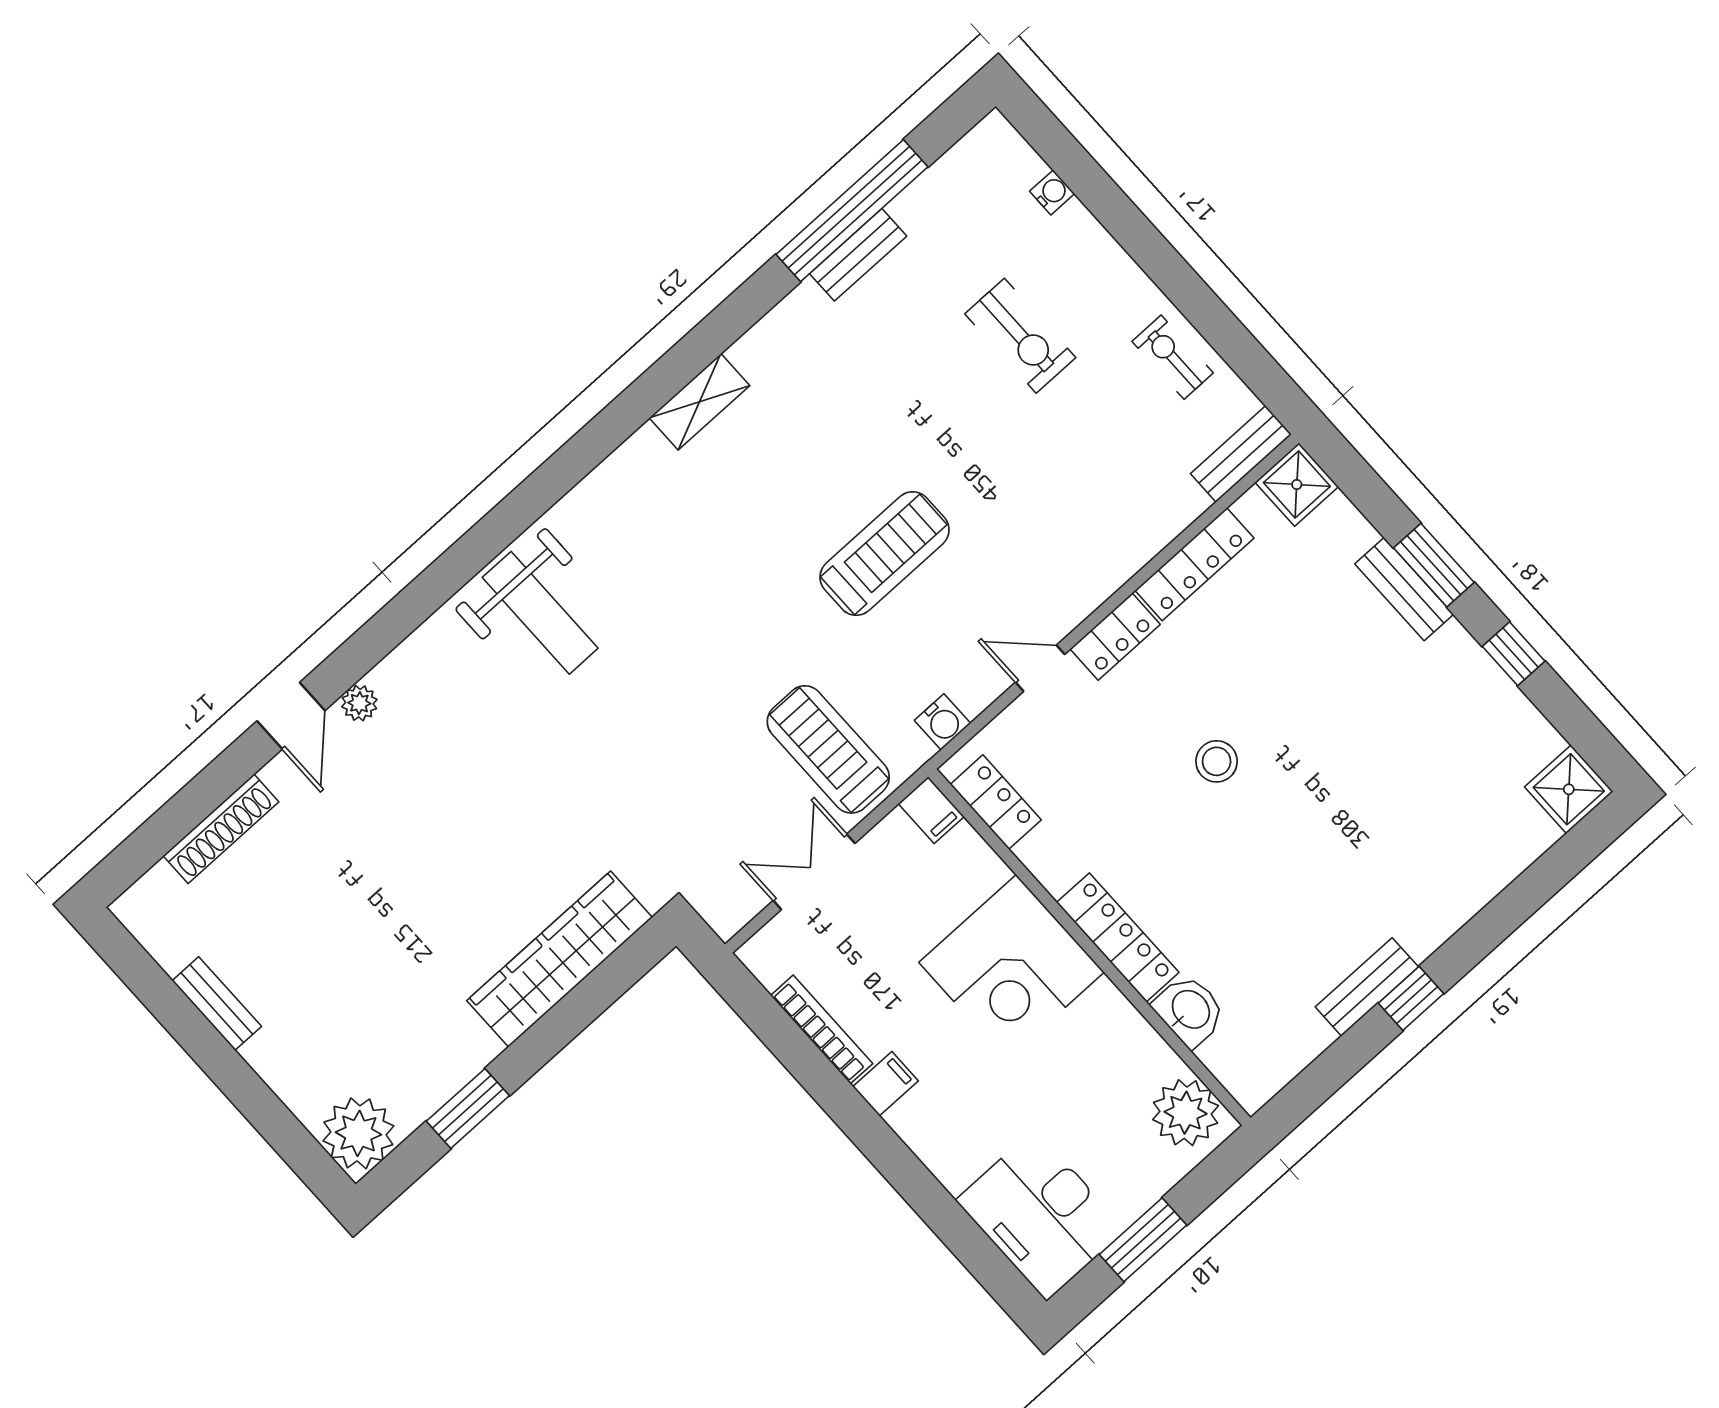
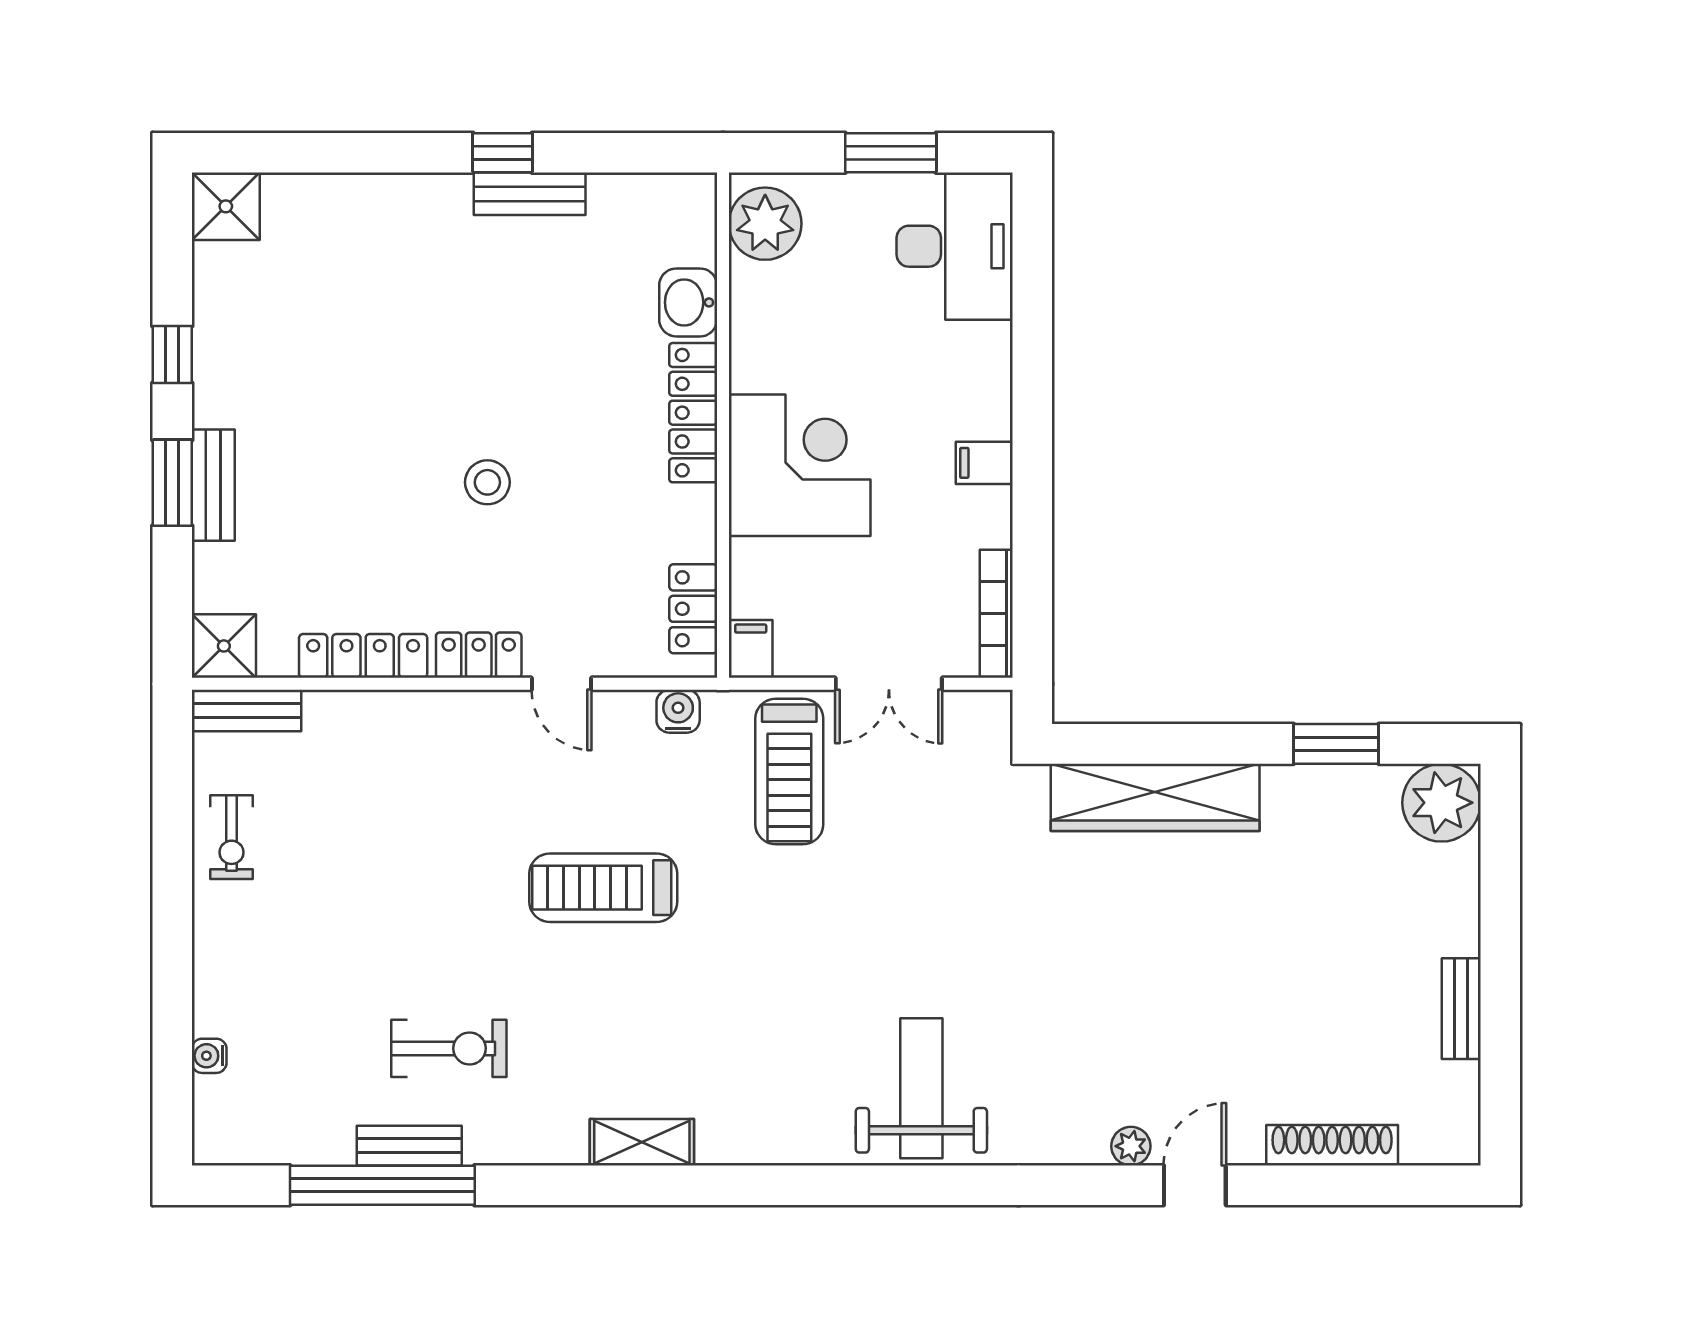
exercise bike: (1020, 336) -> (449, 1048), moved, turned 90
bookcase: (822, 1029) -> (996, 614), moved

